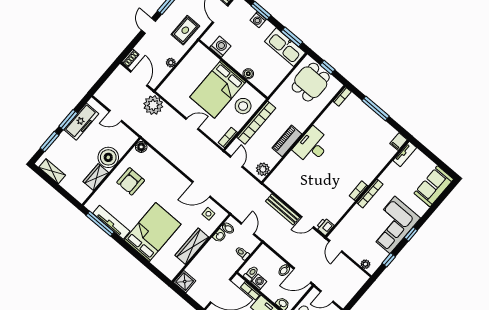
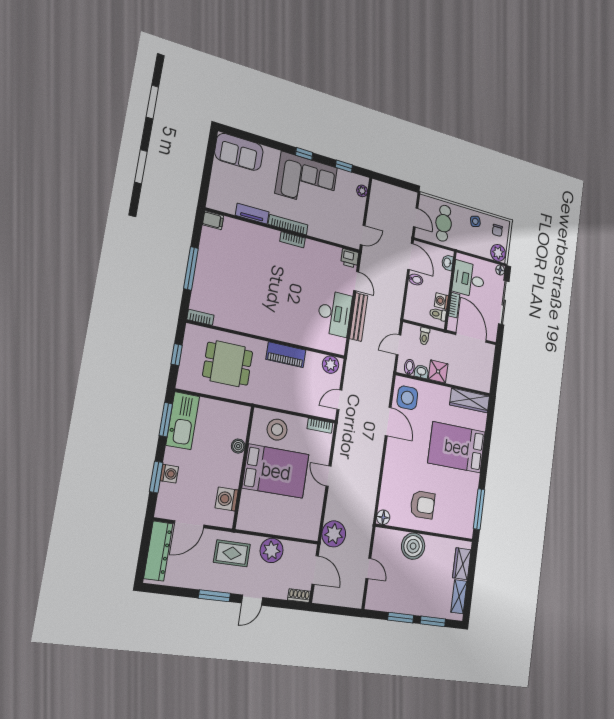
plant: (171, 63) -> (272, 550), width x1.87, depth x1.87
door: (139, 78) -> (315, 570), swing flipped
dining table: (311, 82) -> (228, 364), moved
freezer: (81, 122) -> (395, 602), removed
bookcase: (256, 123) -> (286, 403), removed
desk: (312, 146) -> (335, 313), moved, turned -90
tv unit: (405, 154) -> (252, 214), moved
wardrobe: (96, 177) -> (462, 564), moved, turned 90
side table: (208, 214) -> (407, 398), width x1.87, depth x1.87
tv unit: (111, 222) -> (471, 498), removed
wardrobe: (192, 246) -> (470, 400), moved
shower: (185, 282) -> (438, 371), moved

